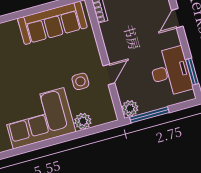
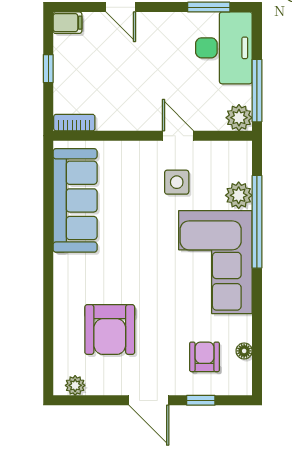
desk: (170, 72) -> (224, 48), moved, turned 90
window: (70, 137) -> (257, 222), added

